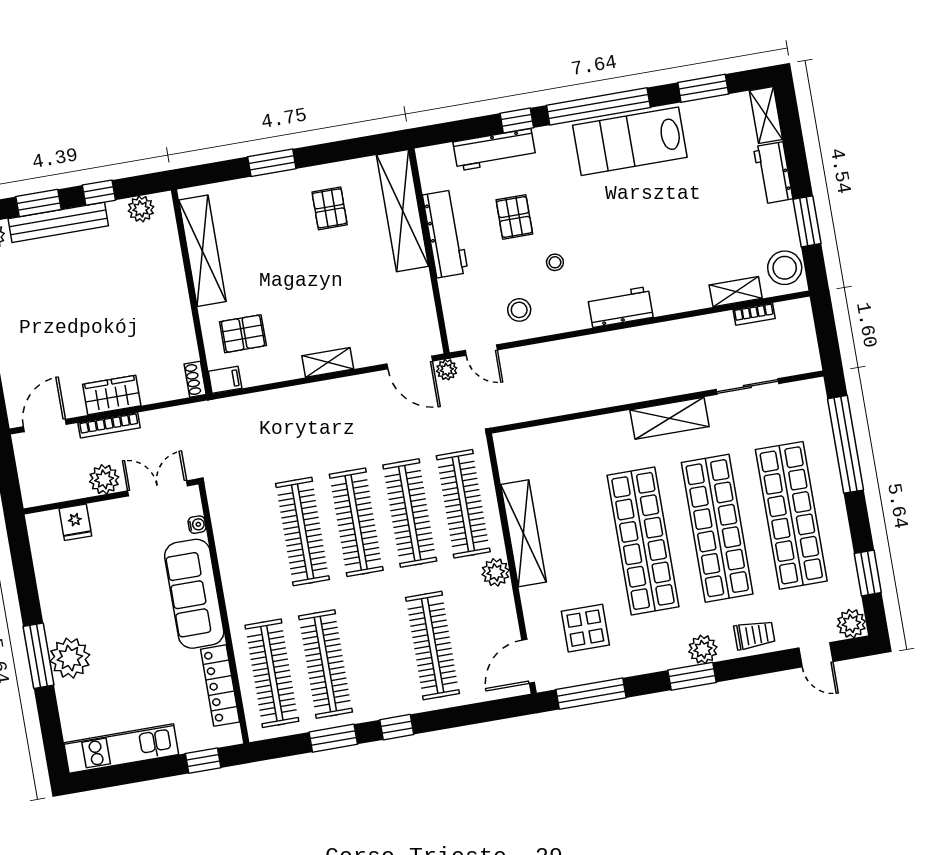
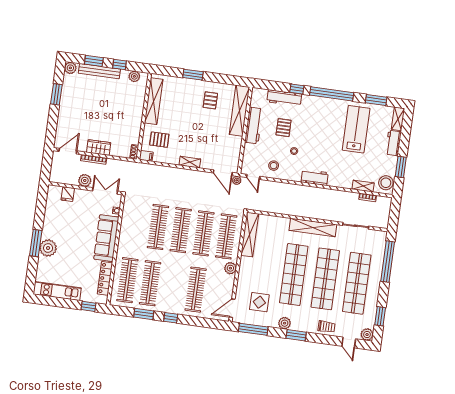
lab bench: (630, 141) -> (356, 129), moved, turned 90
shelving: (670, 418) -> (313, 228), width x1.47
shelving: (524, 533) -> (250, 235), moved
plant: (703, 649) -> (285, 323), moved

